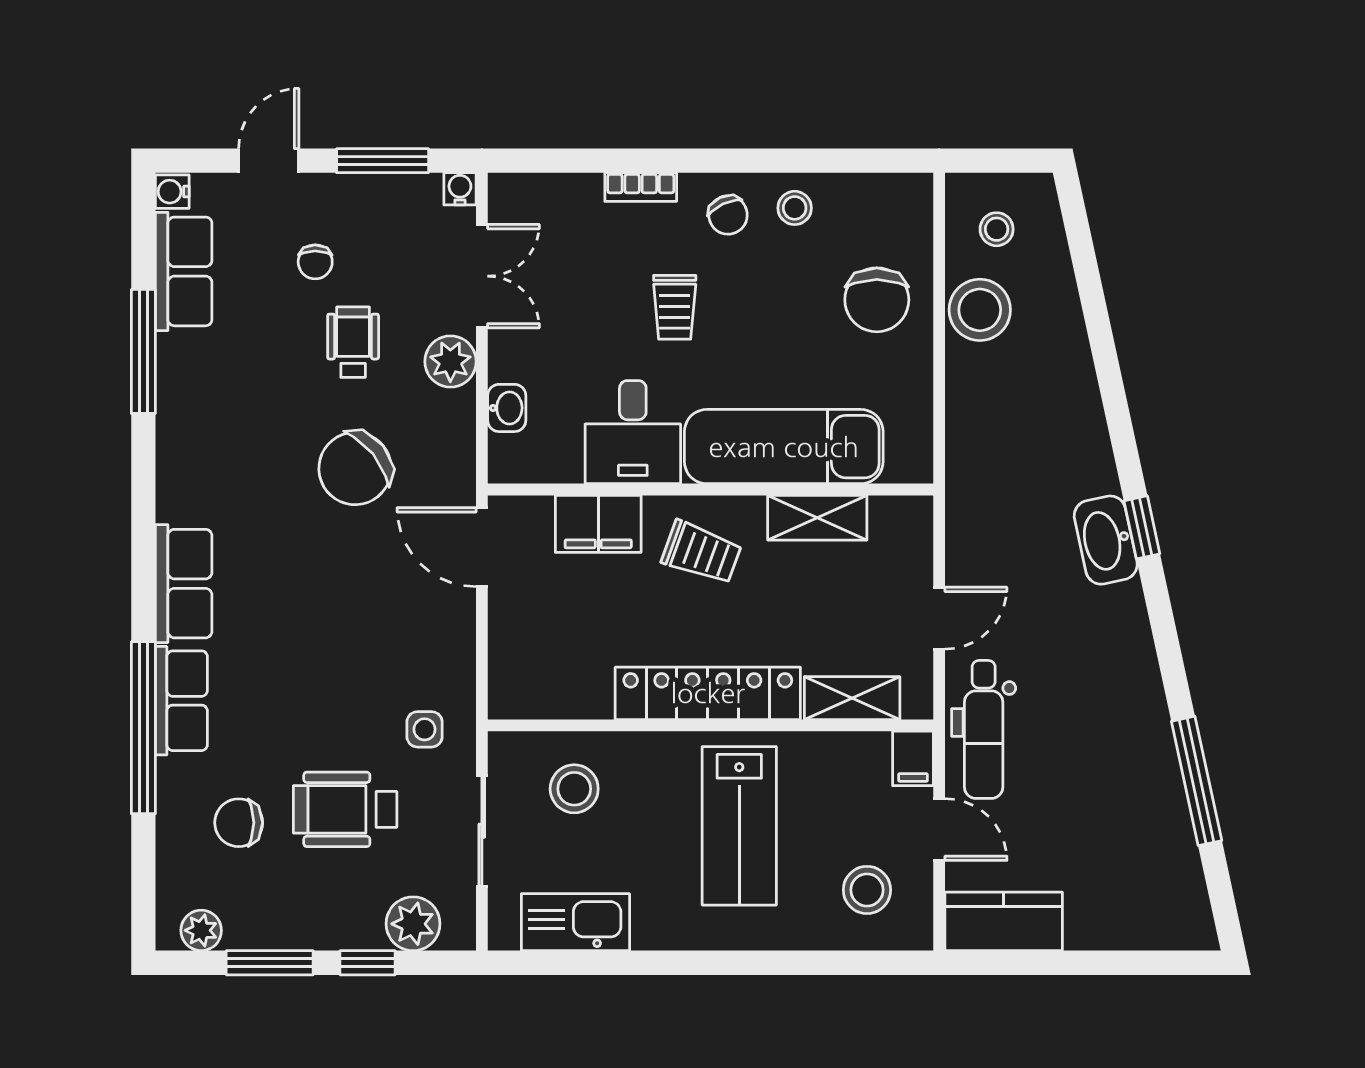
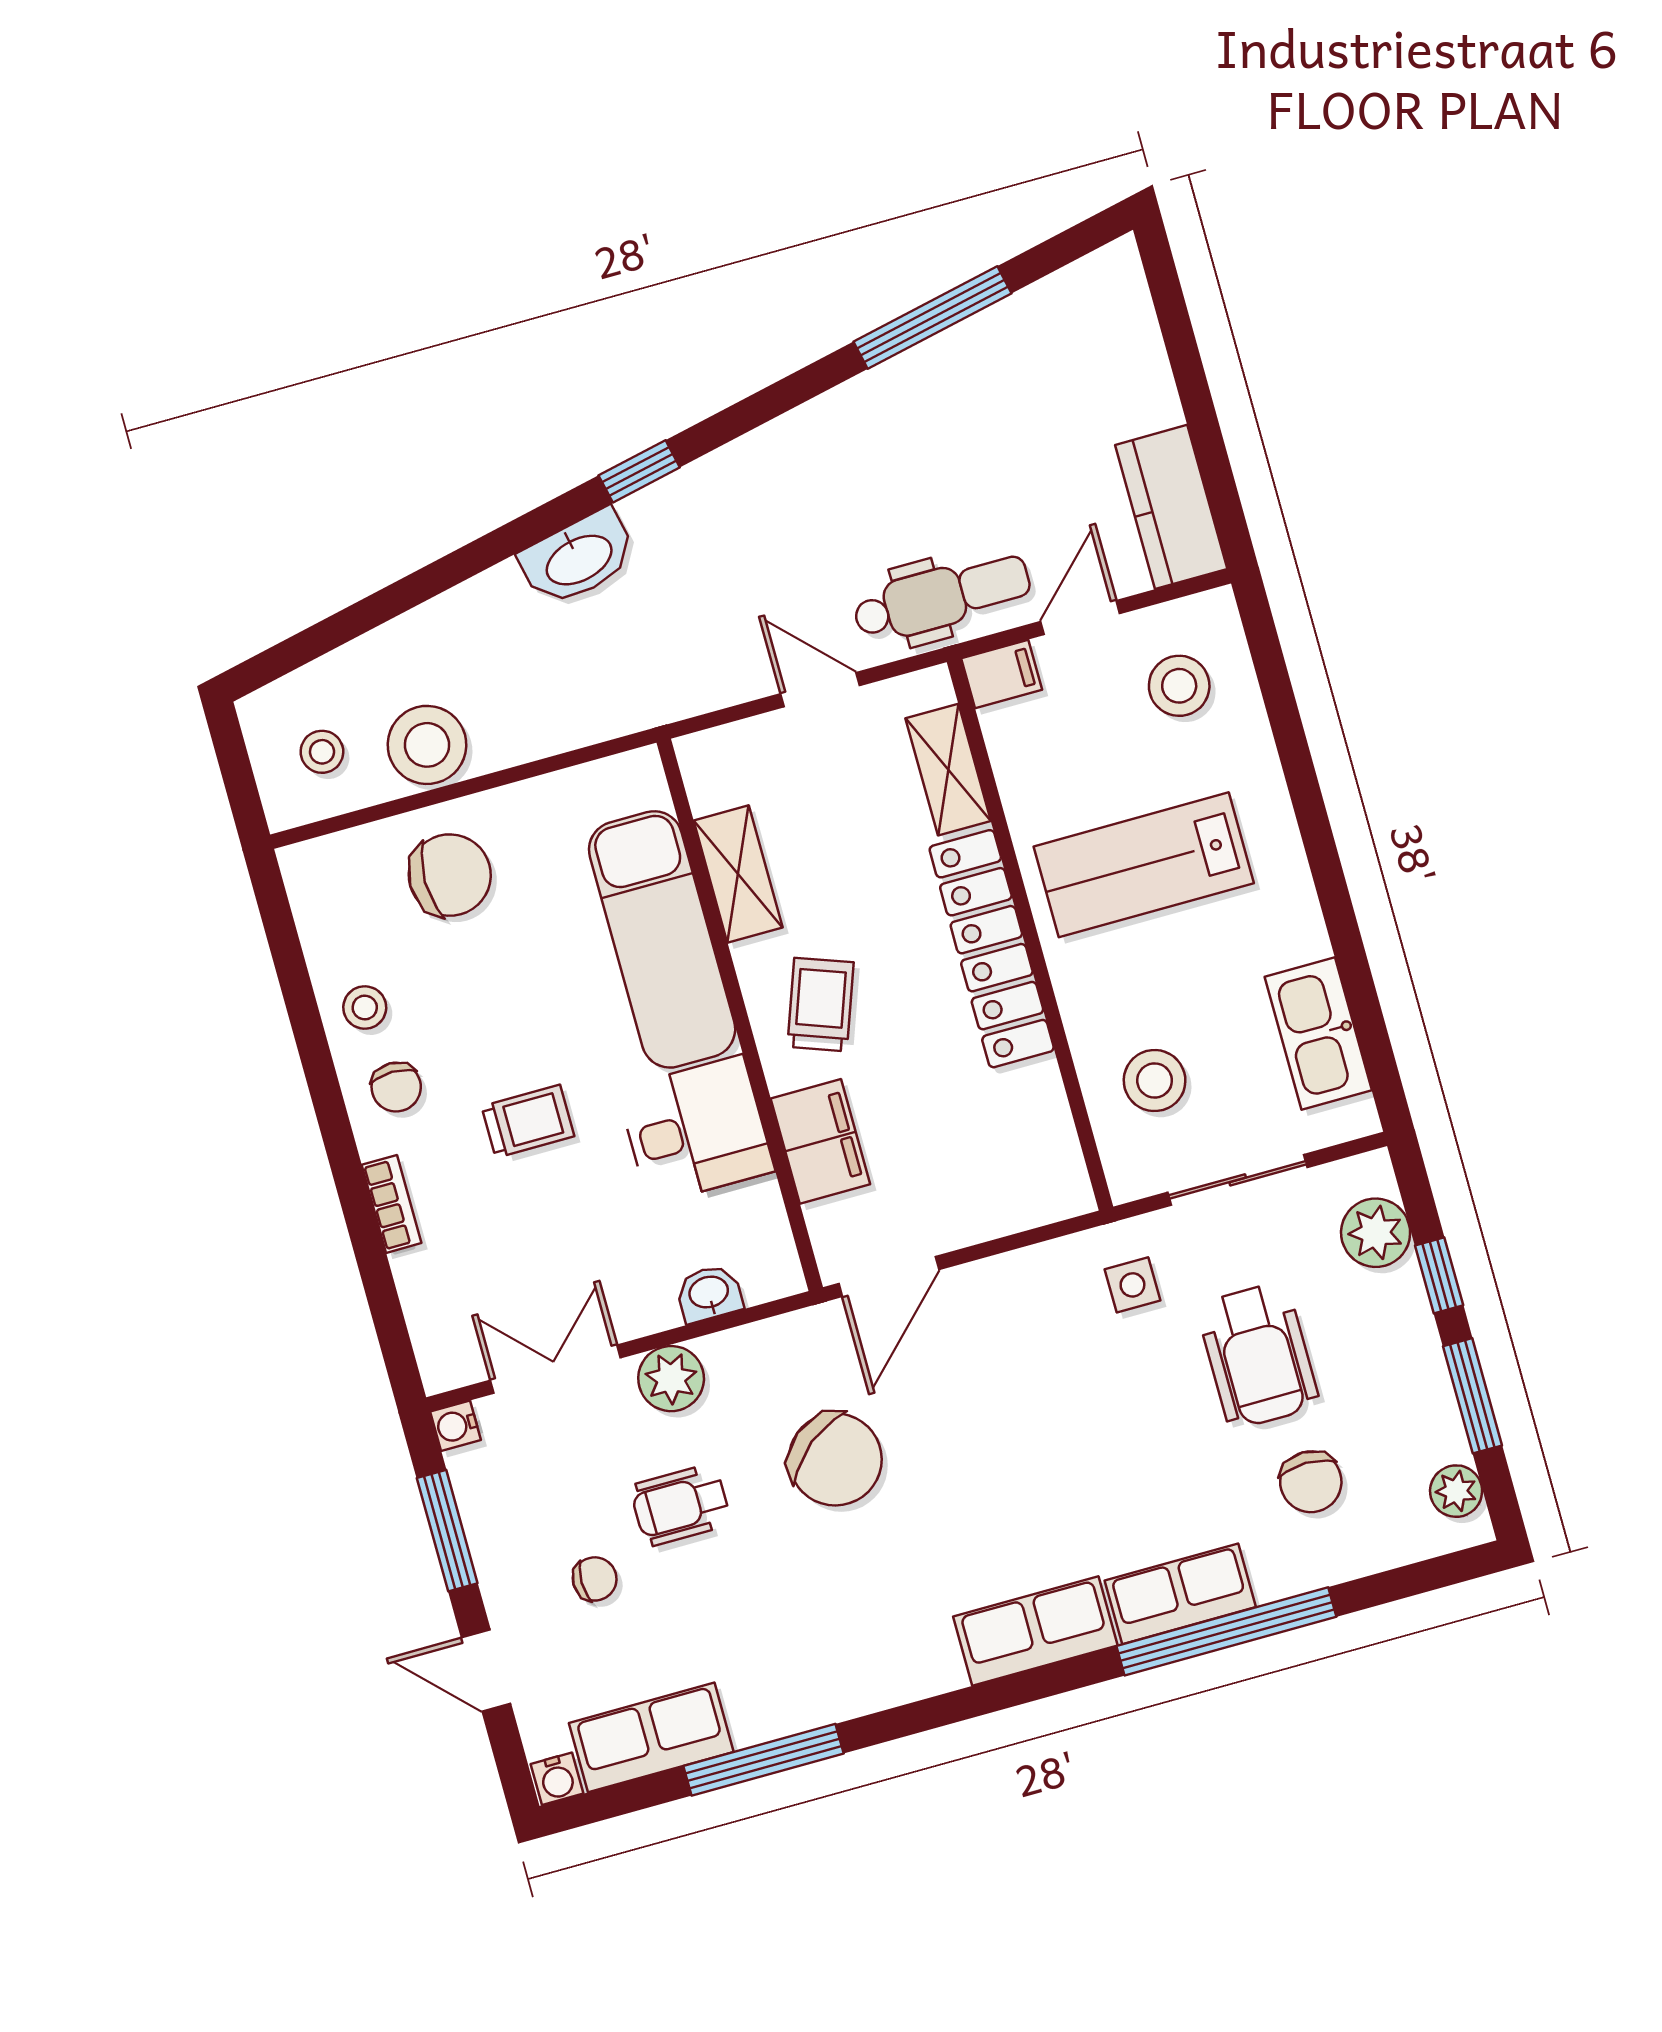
chair: (728, 215) -> (396, 1087), turned 115
washbasin: (1106, 540) -> (578, 558), moved
lab bench: (739, 826) -> (1144, 865), turned 180

